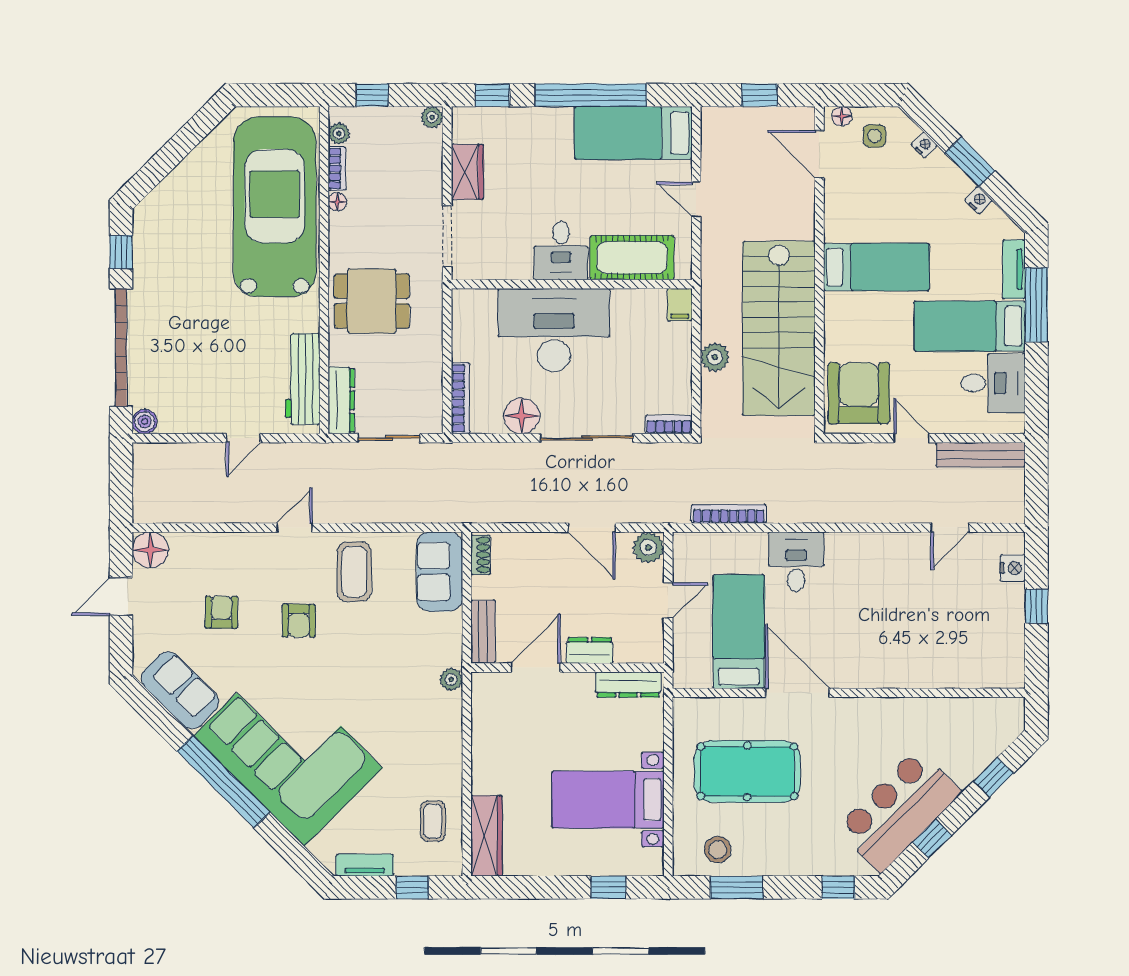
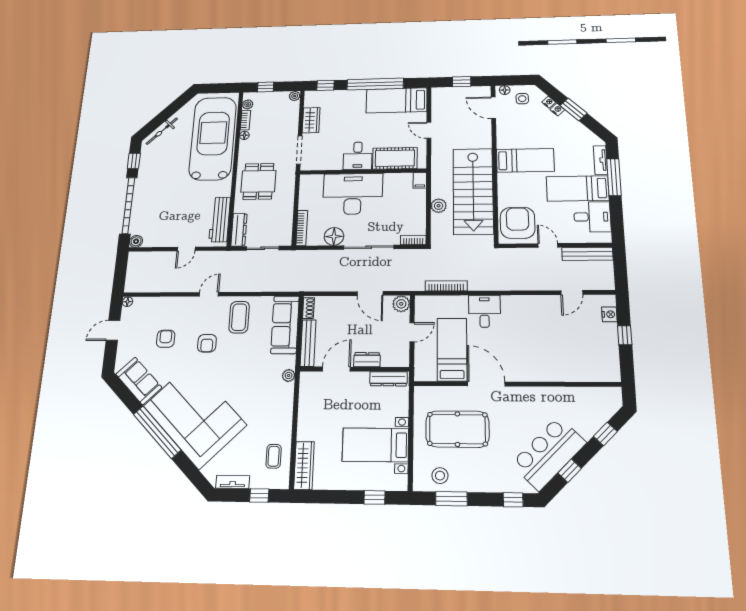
bicycle: (171, 188) -> (162, 131), added
nightstand: (979, 200) -> (557, 110), moved
dining table: (372, 301) -> (258, 181), turned 90
floor lamp: (150, 550) -> (127, 302), width x0.53, depth x0.53
sofa: (440, 572) -> (285, 325), width x1.36
bench: (483, 632) -> (308, 343), width x1.36

